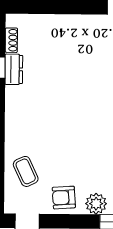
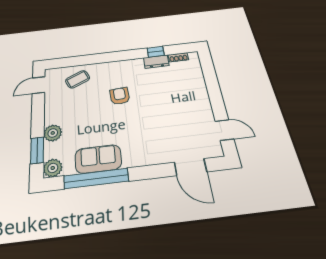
armchair: (64, 198) -> (120, 96), moved

